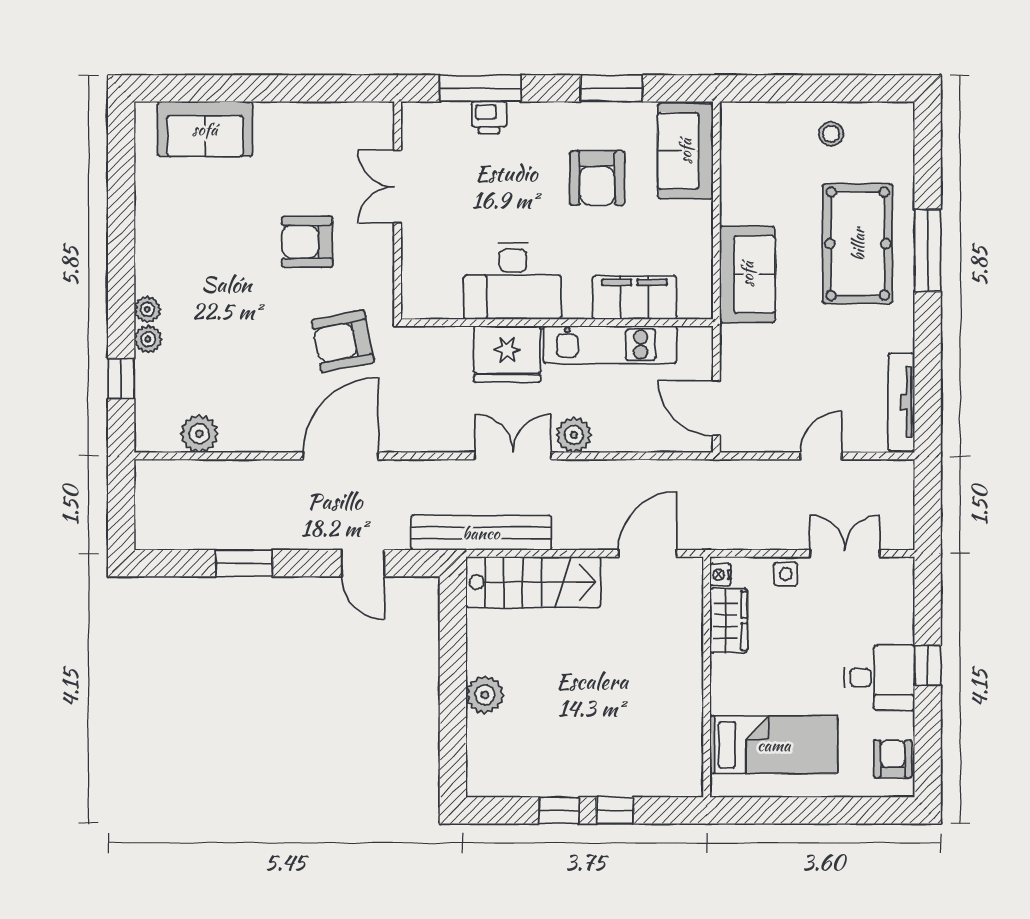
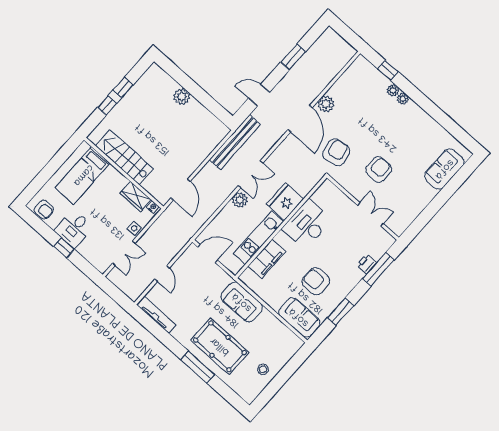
plant: (199, 434) -> (326, 104), moved
stairs: (533, 582) -> (125, 157), moved, turned 90

